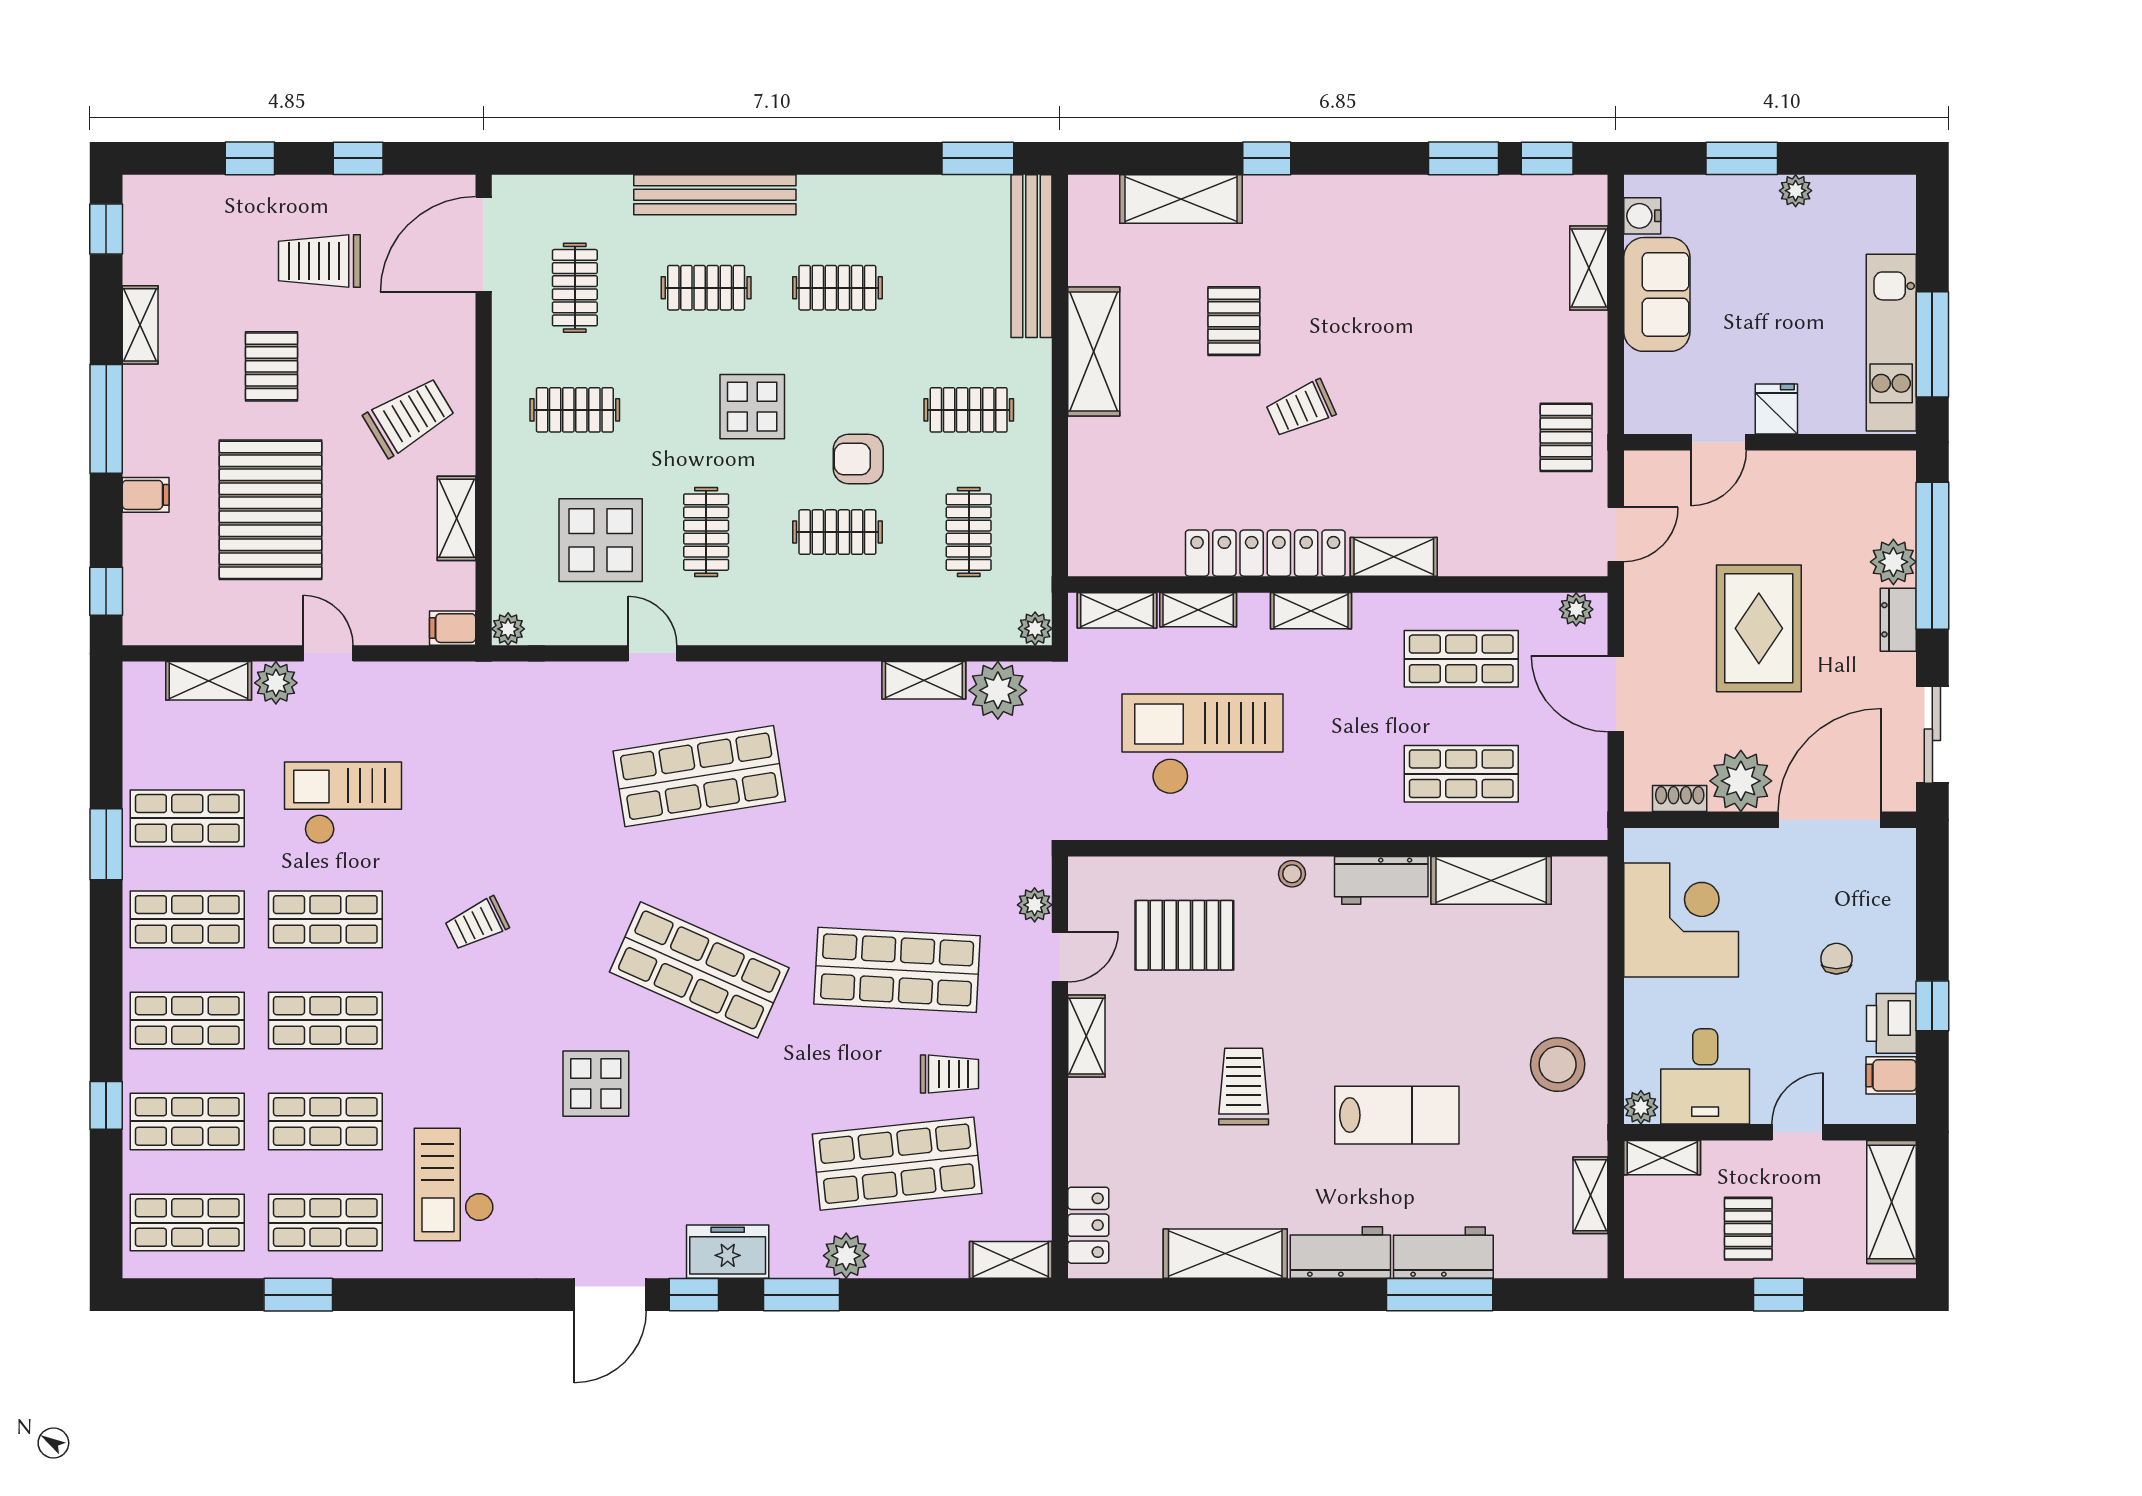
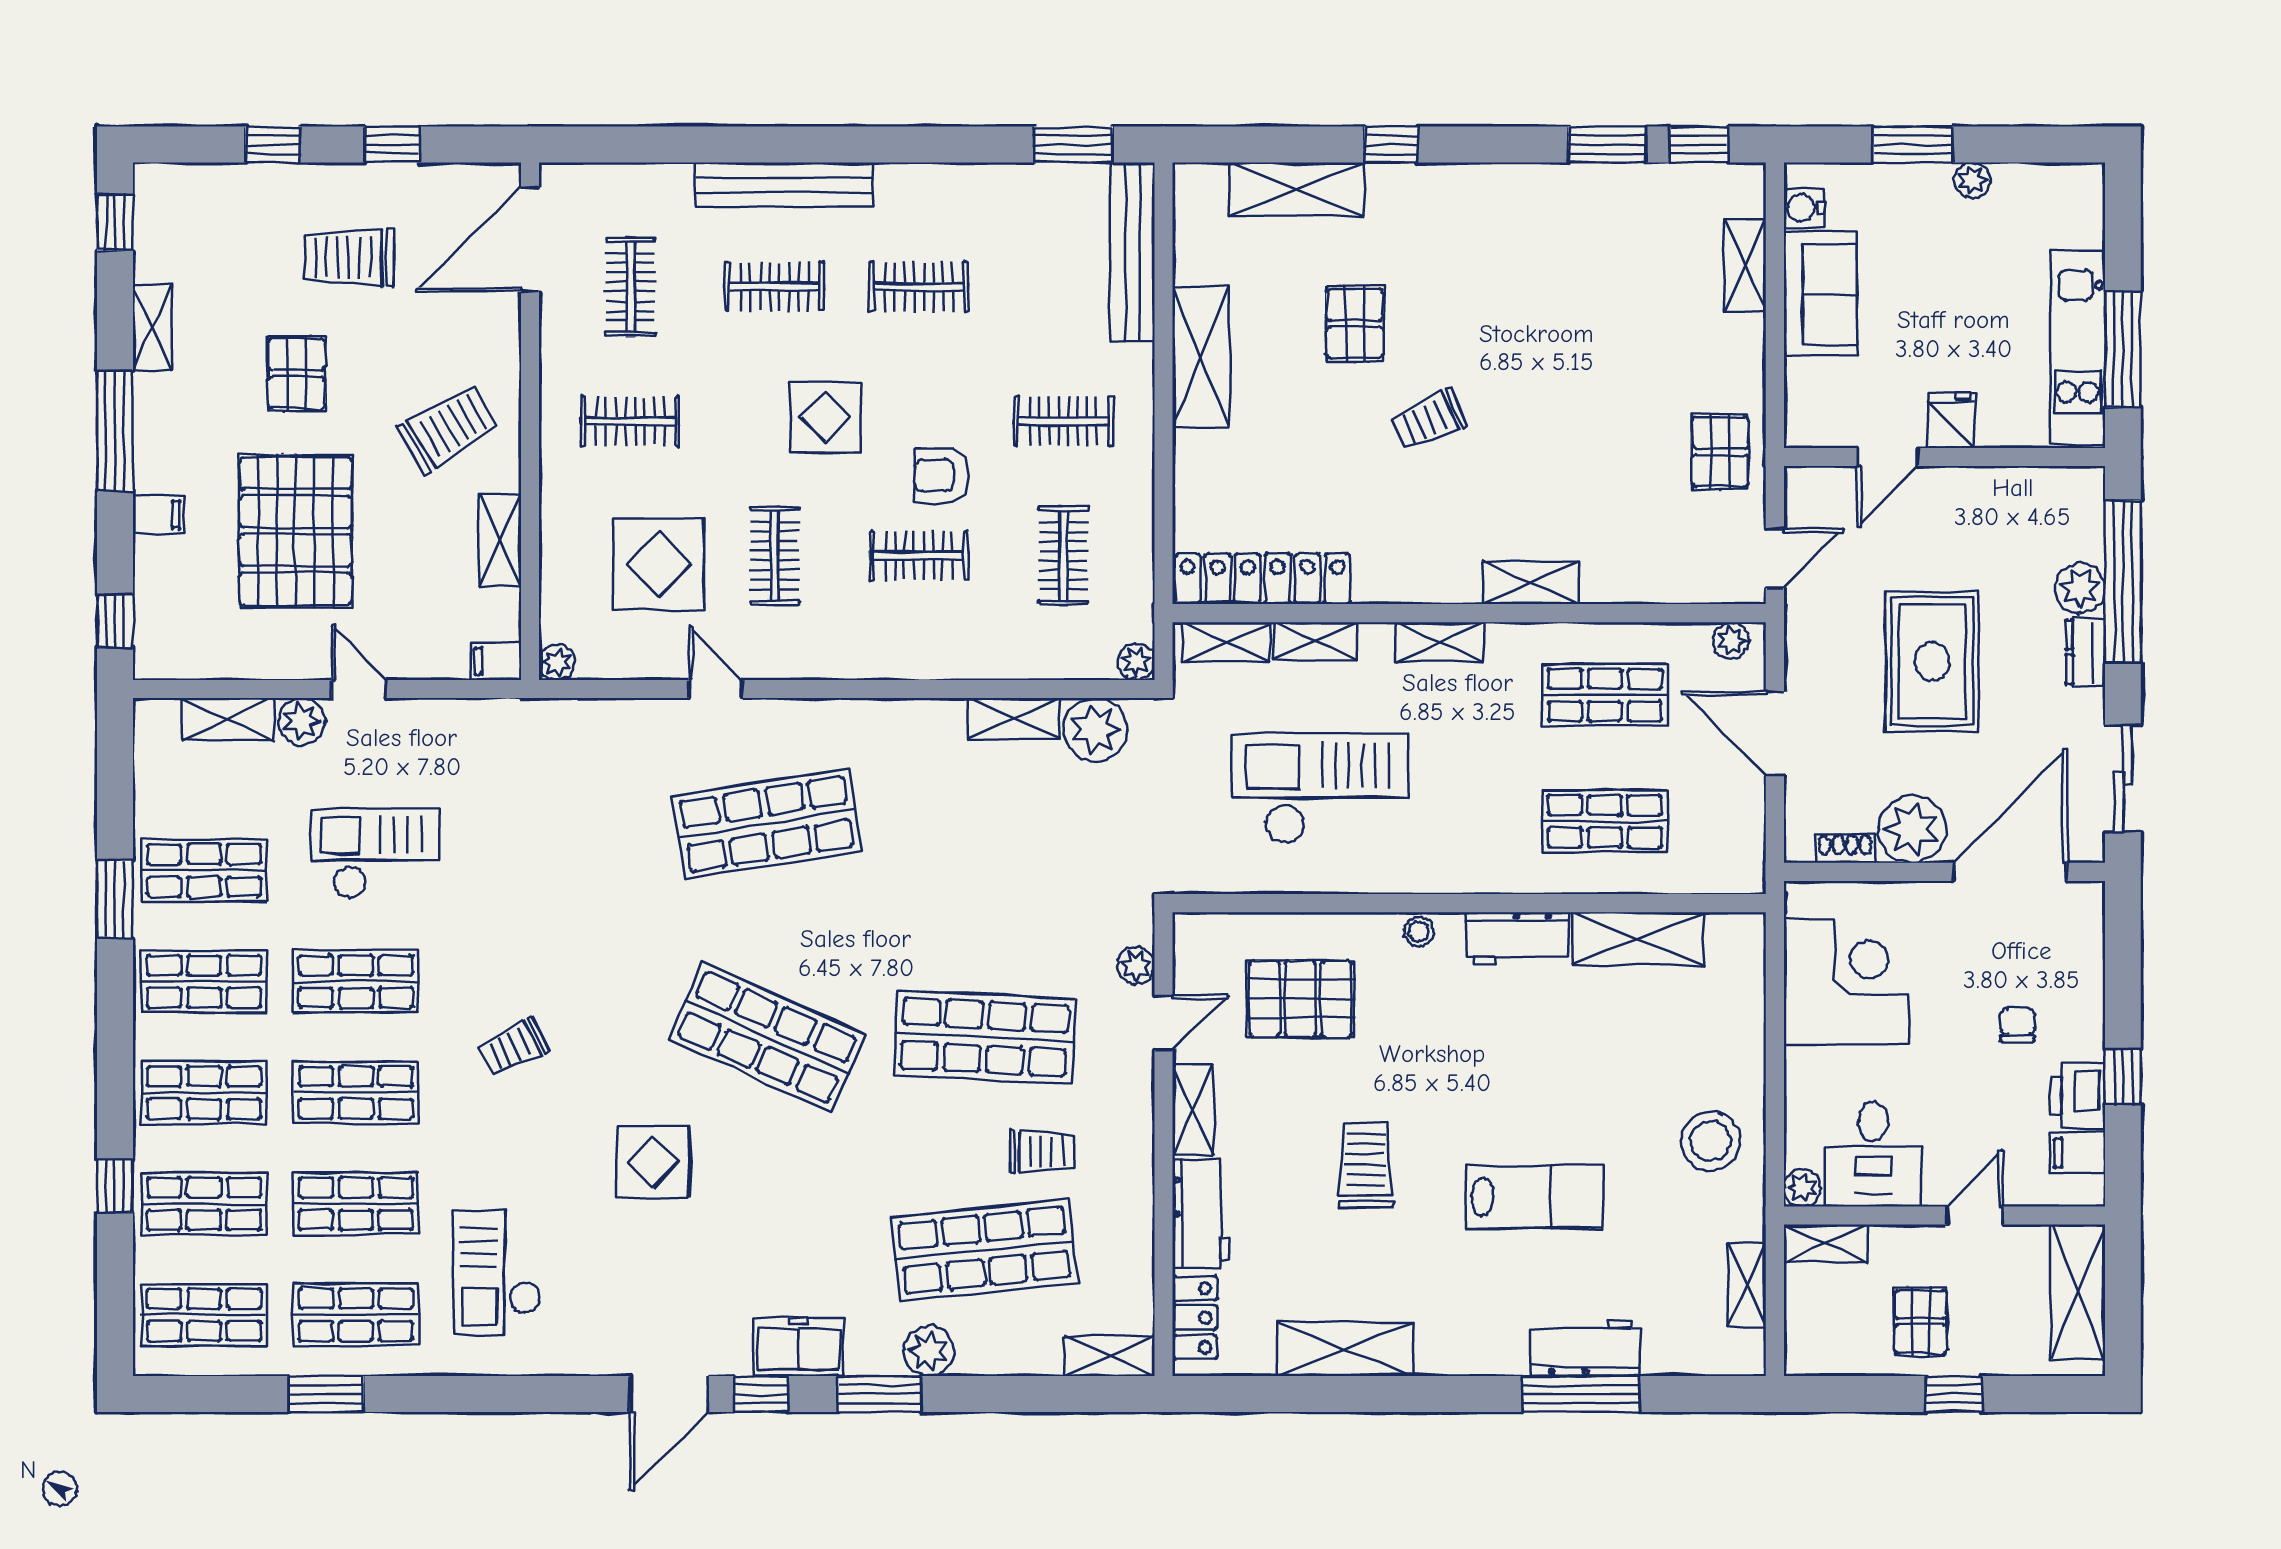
locker: (1265, 553) -> (1263, 579), moved
trolley: (477, 924) -> (513, 1047), moved
workbench: (1340, 1252) -> (1201, 1213), moved, turned 90

